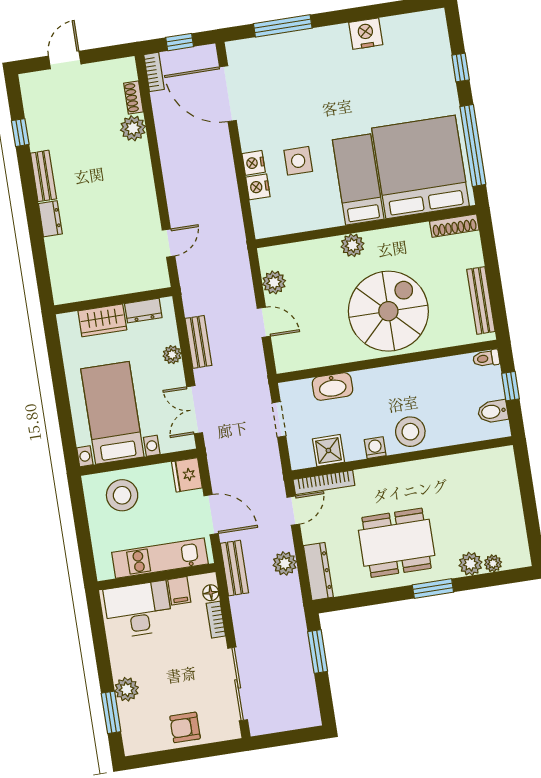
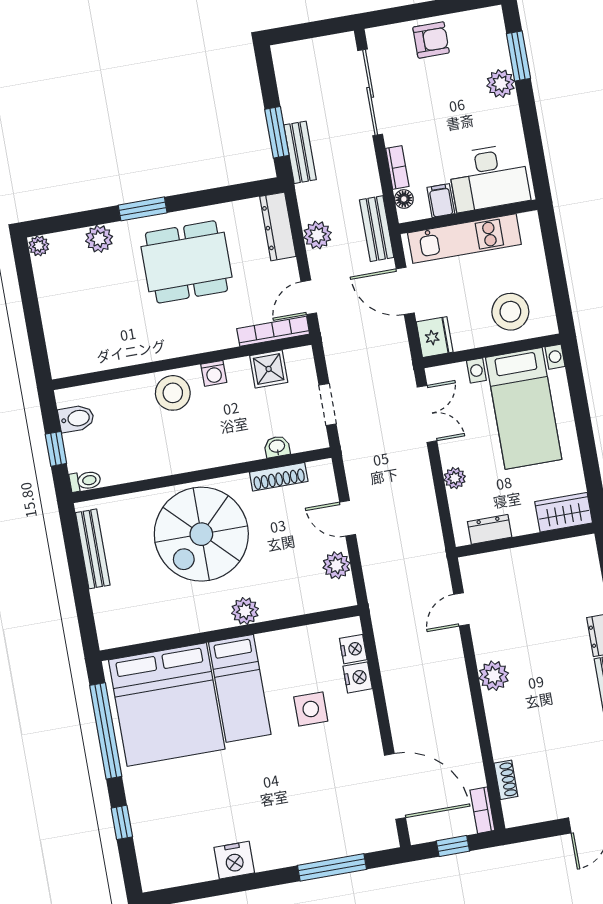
plant: (133, 128) -> (494, 676), moved
nightstand: (254, 163) -> (353, 649), moved
shoe rack: (454, 226) -> (279, 477), moved, turned 180
wardrobe: (102, 320) -> (564, 512), moved
bench: (198, 342) -> (300, 152), moved
washbasin: (332, 387) -> (277, 447), width x0.52, depth x0.69
plant: (493, 563) -> (39, 246), moved

